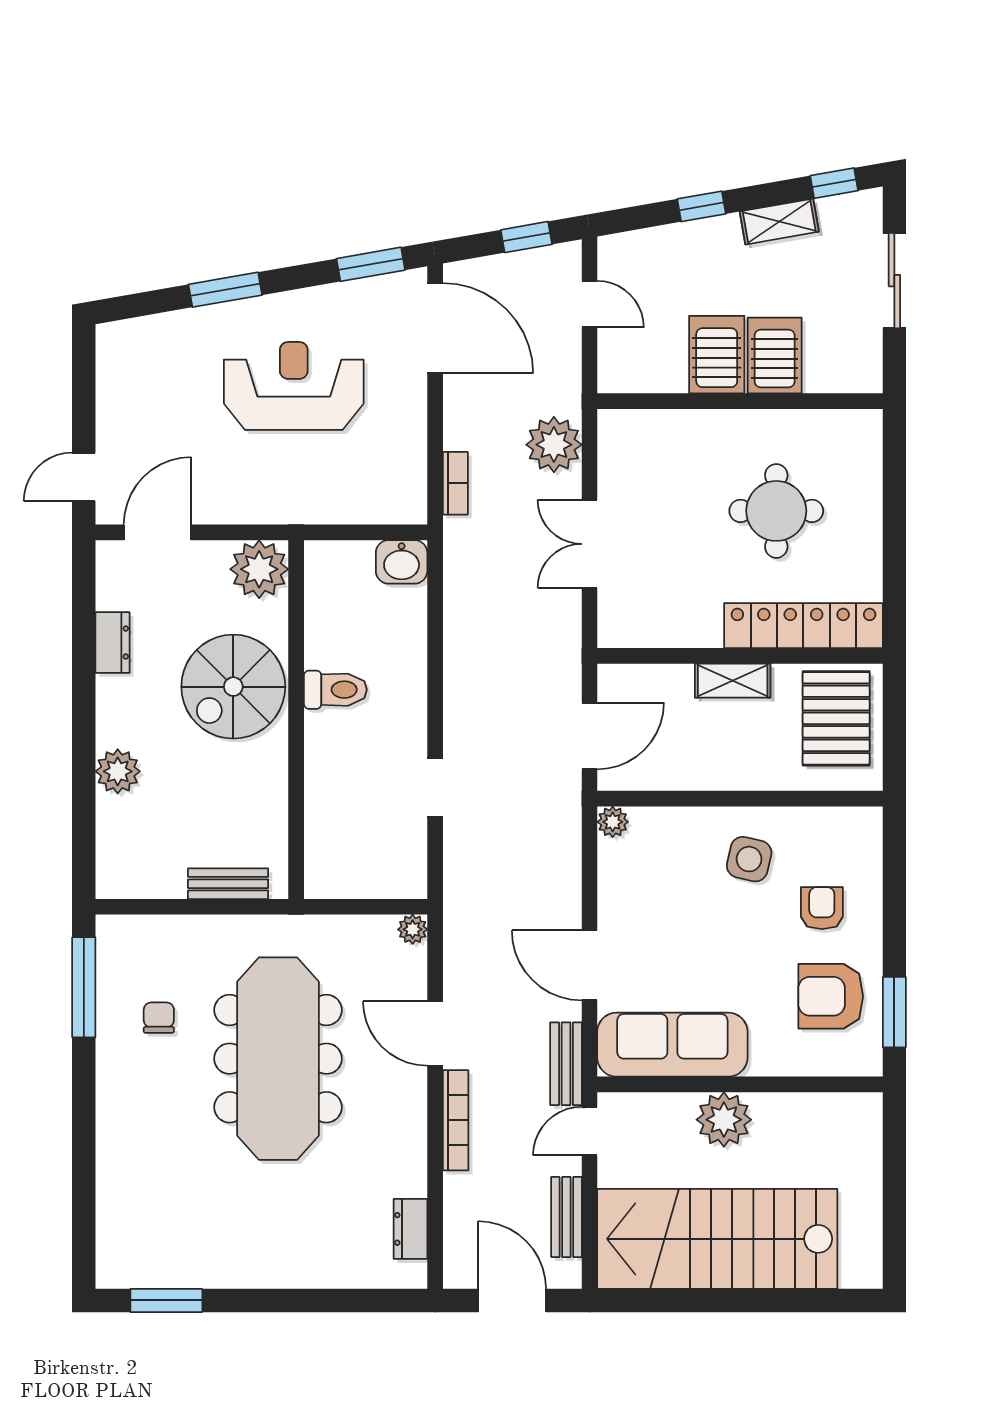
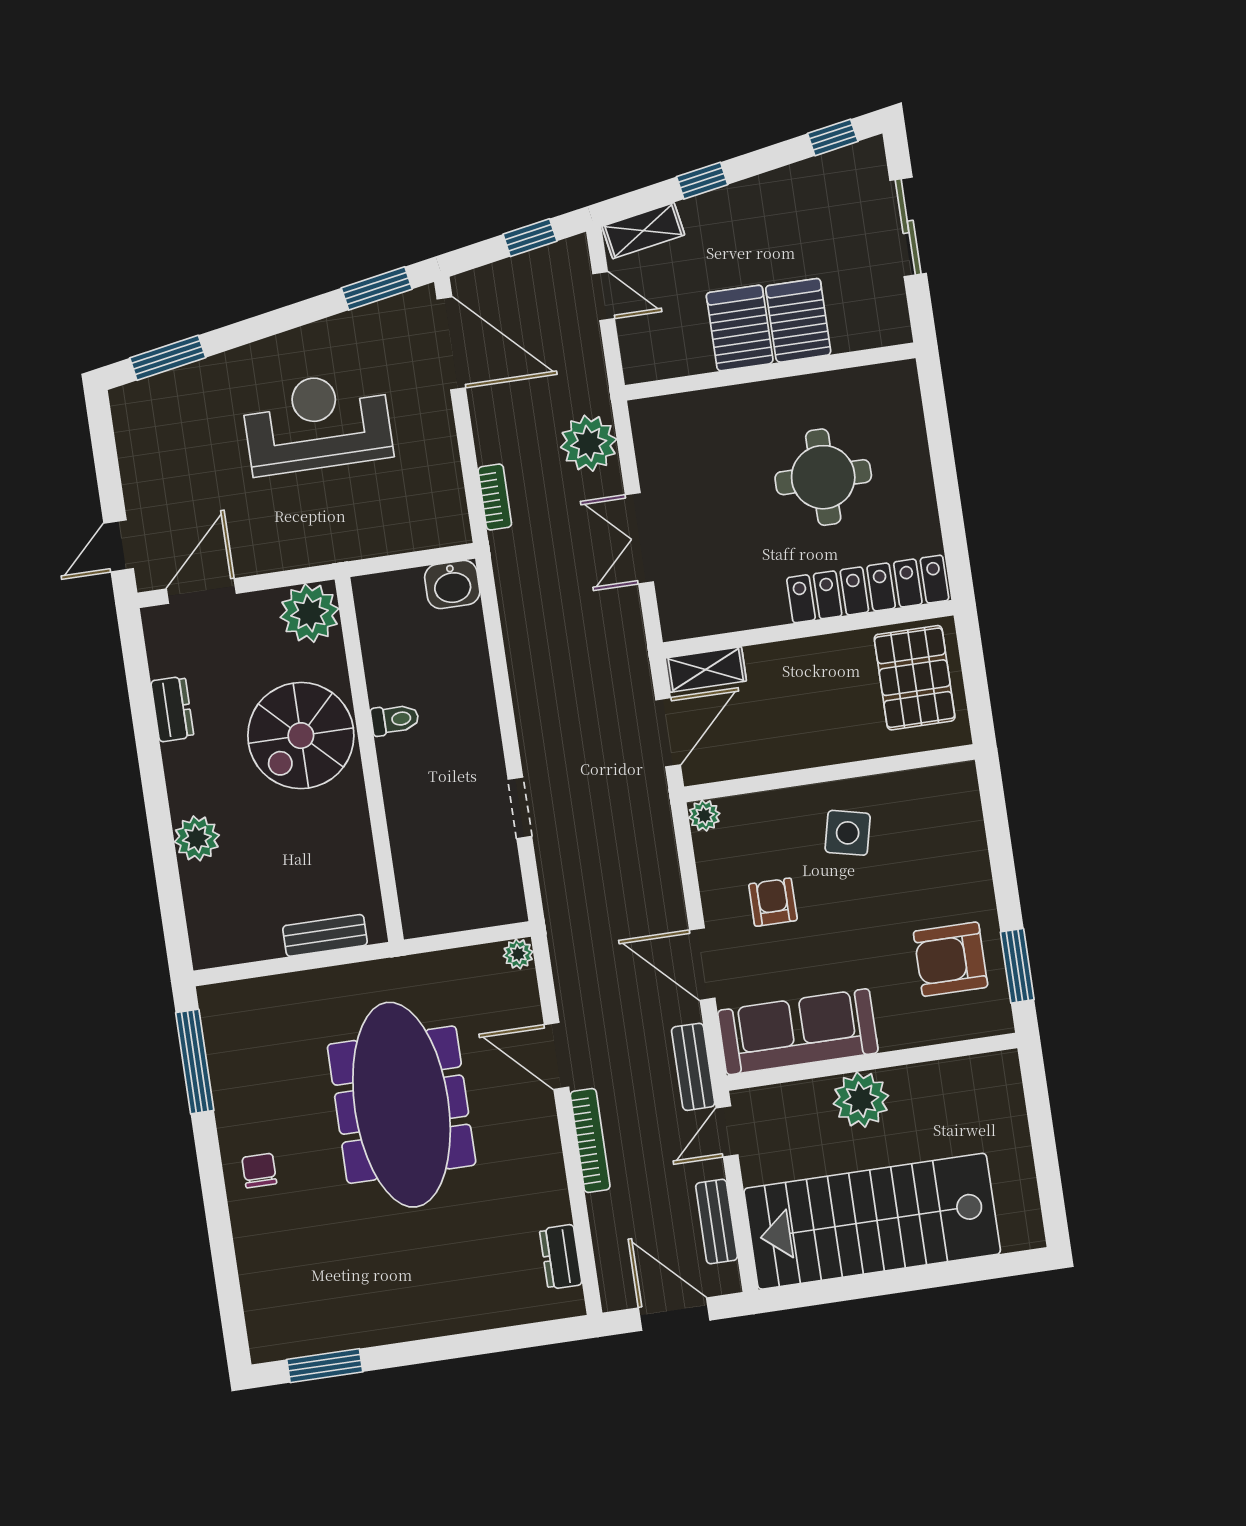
shelving: (779, 222) -> (643, 231), moved
window: (225, 290) -> (168, 358), moved
shelving: (733, 681) -> (706, 670), moved
toilet: (335, 690) -> (395, 719), width x0.73, depth x0.72
armchair: (822, 908) -> (773, 902), moved
chair: (159, 1018) -> (259, 1170), moved

